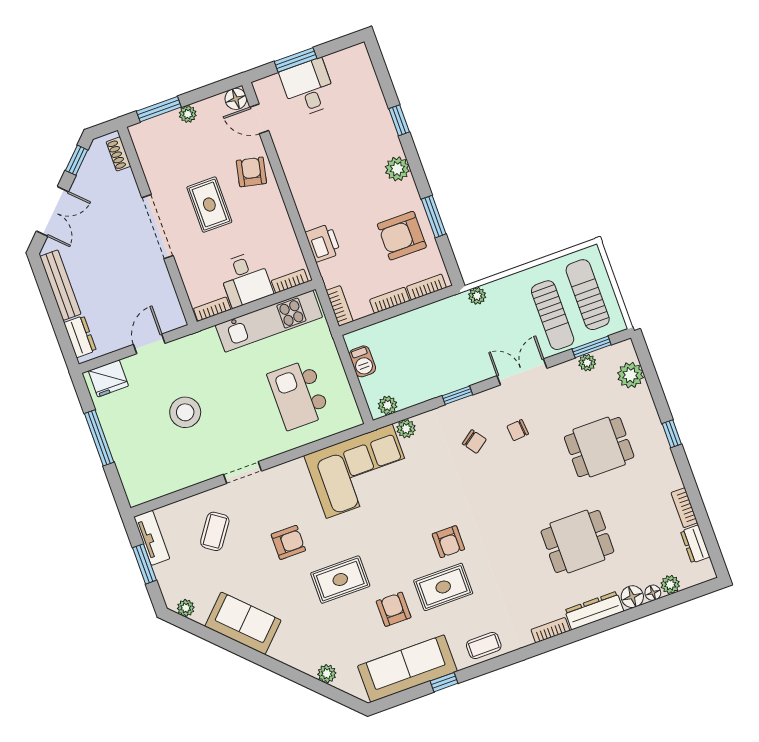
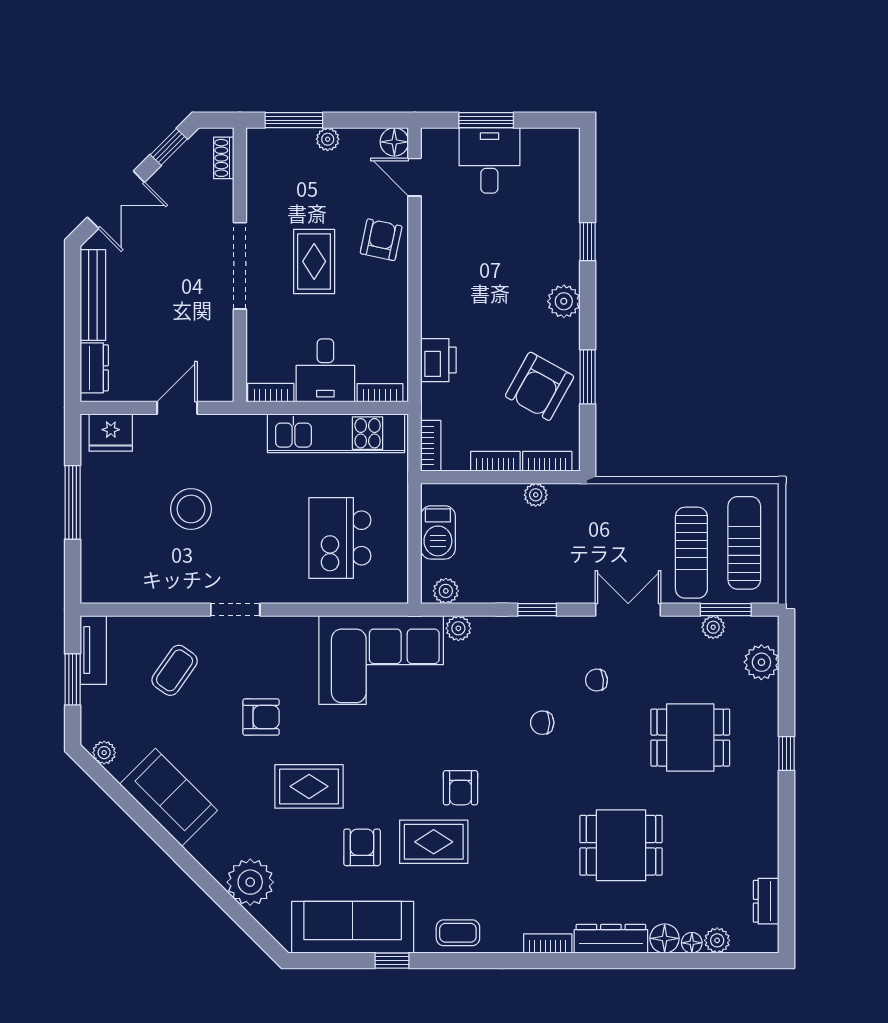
armchair: (402, 236) -> (540, 386), turned -61
plant: (477, 296) -> (536, 495), moved
barbecue: (362, 361) -> (438, 532), width x1.38, depth x1.27
chair: (474, 442) -> (542, 723), moved, turned 126
bookcase: (684, 508) -> (769, 851), removed
plant: (327, 674) -> (250, 882), width x1.87, depth x1.87

